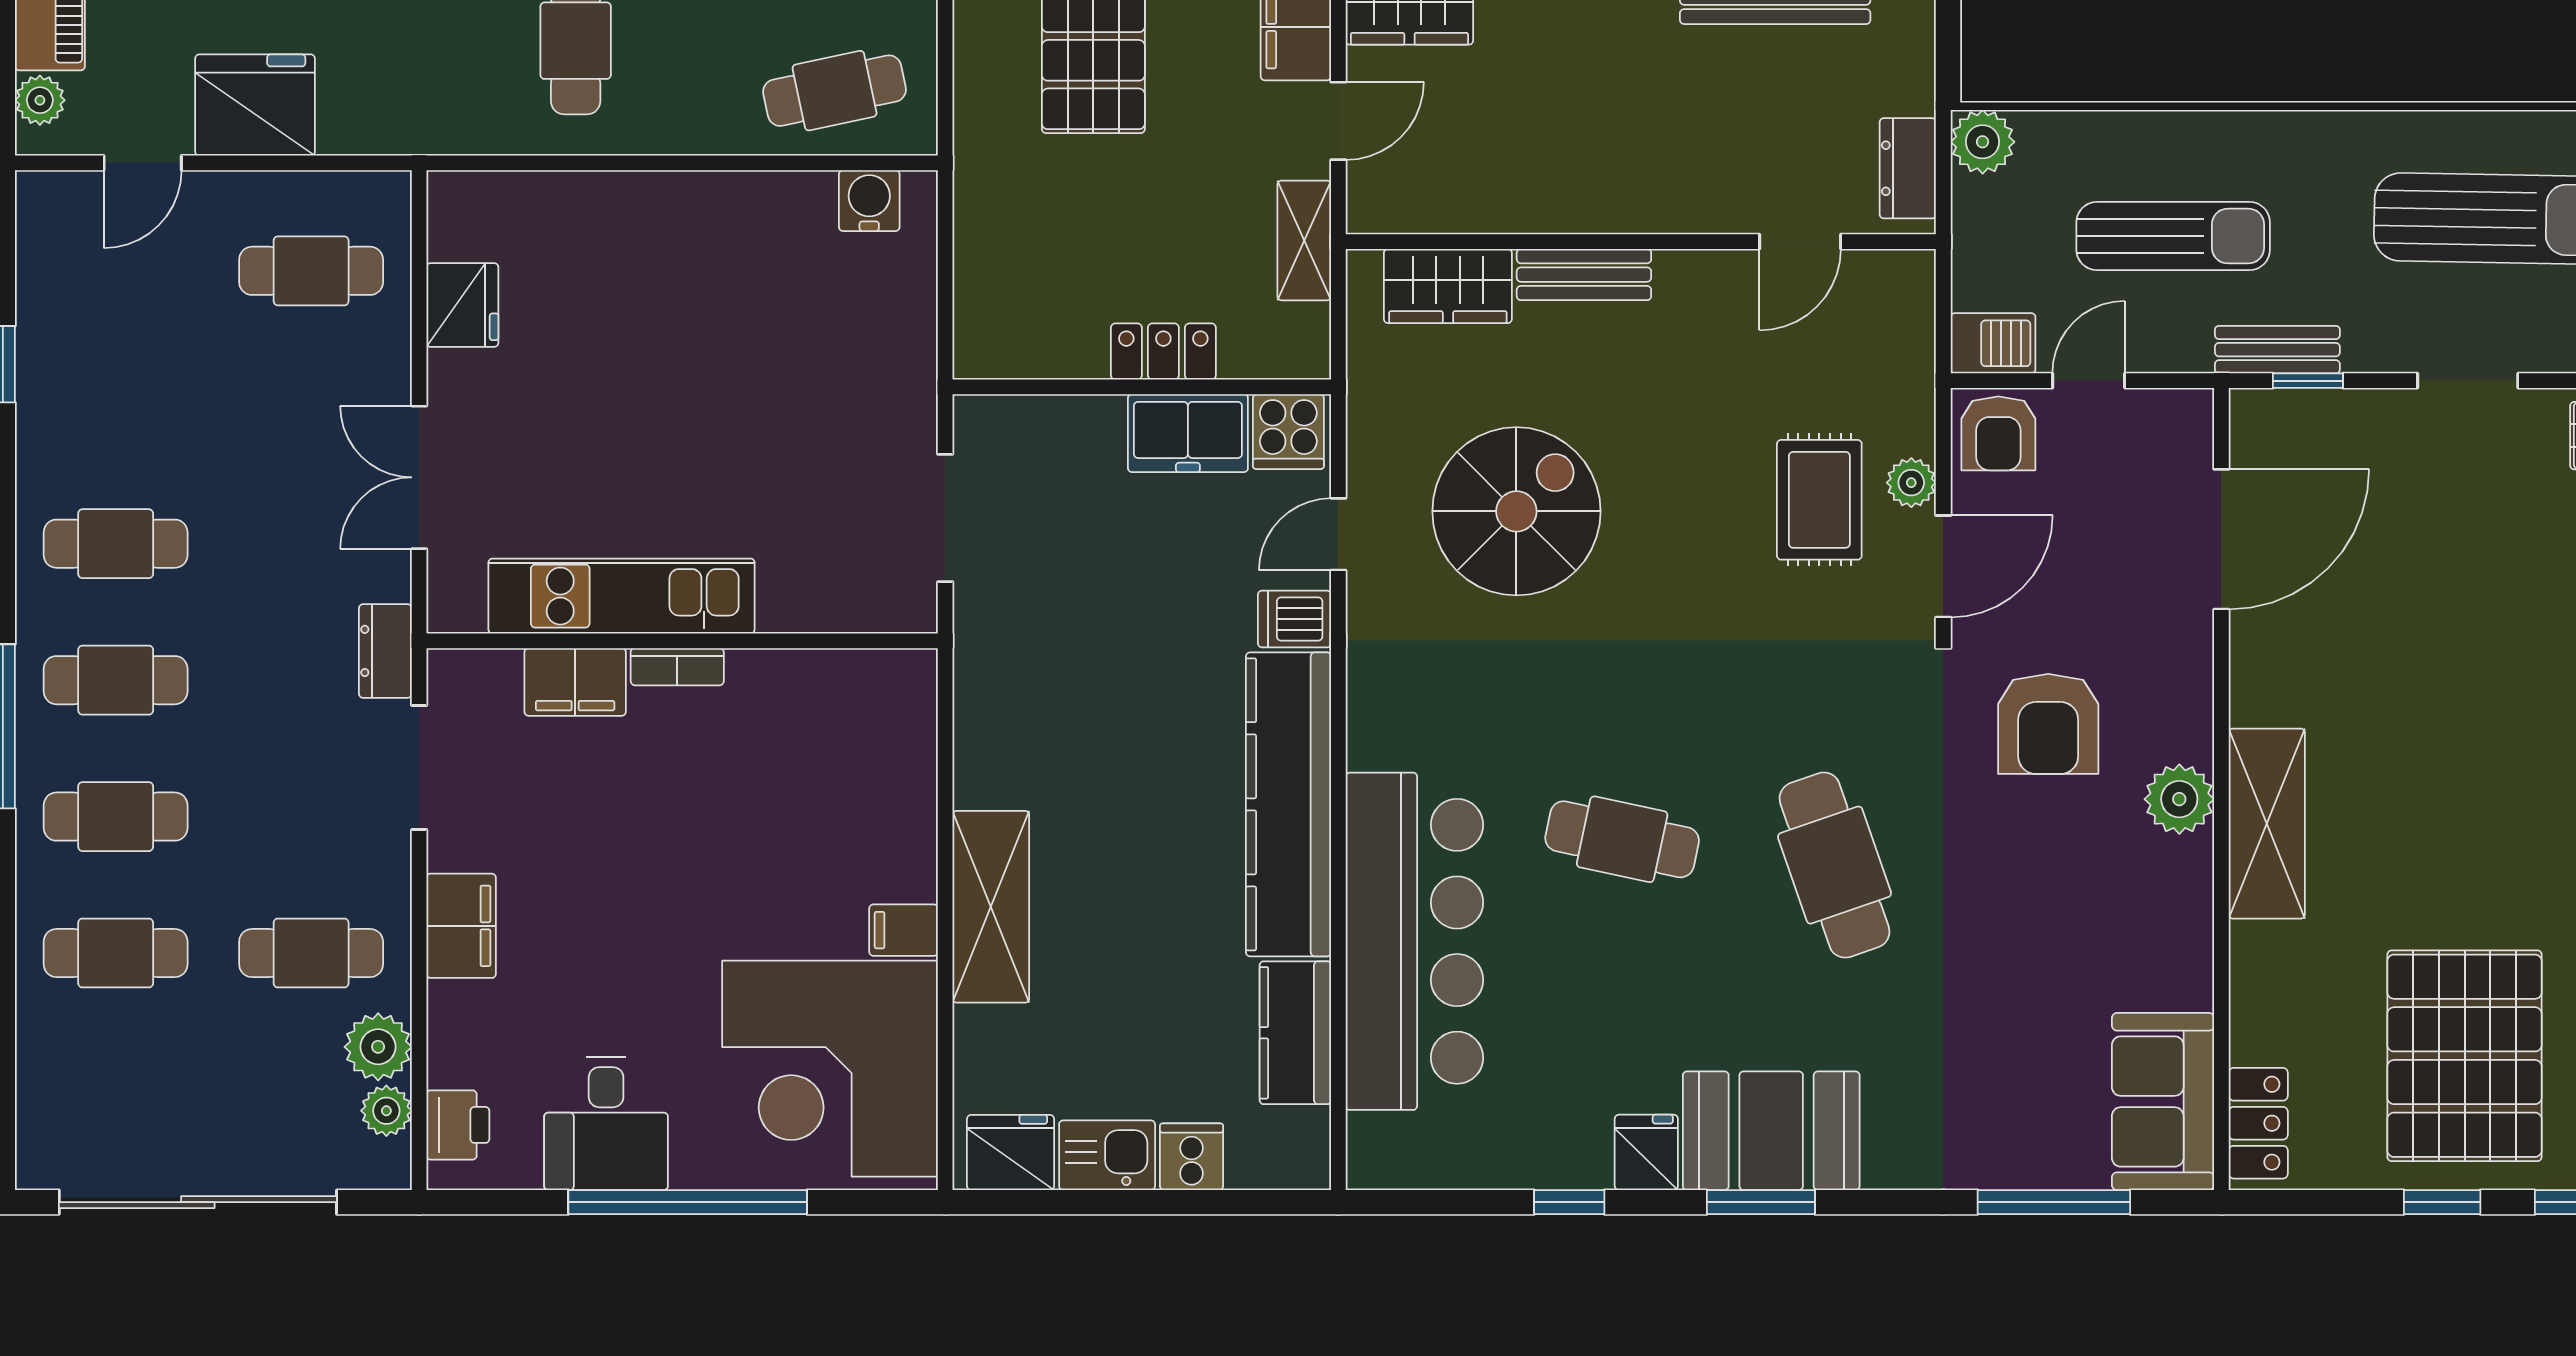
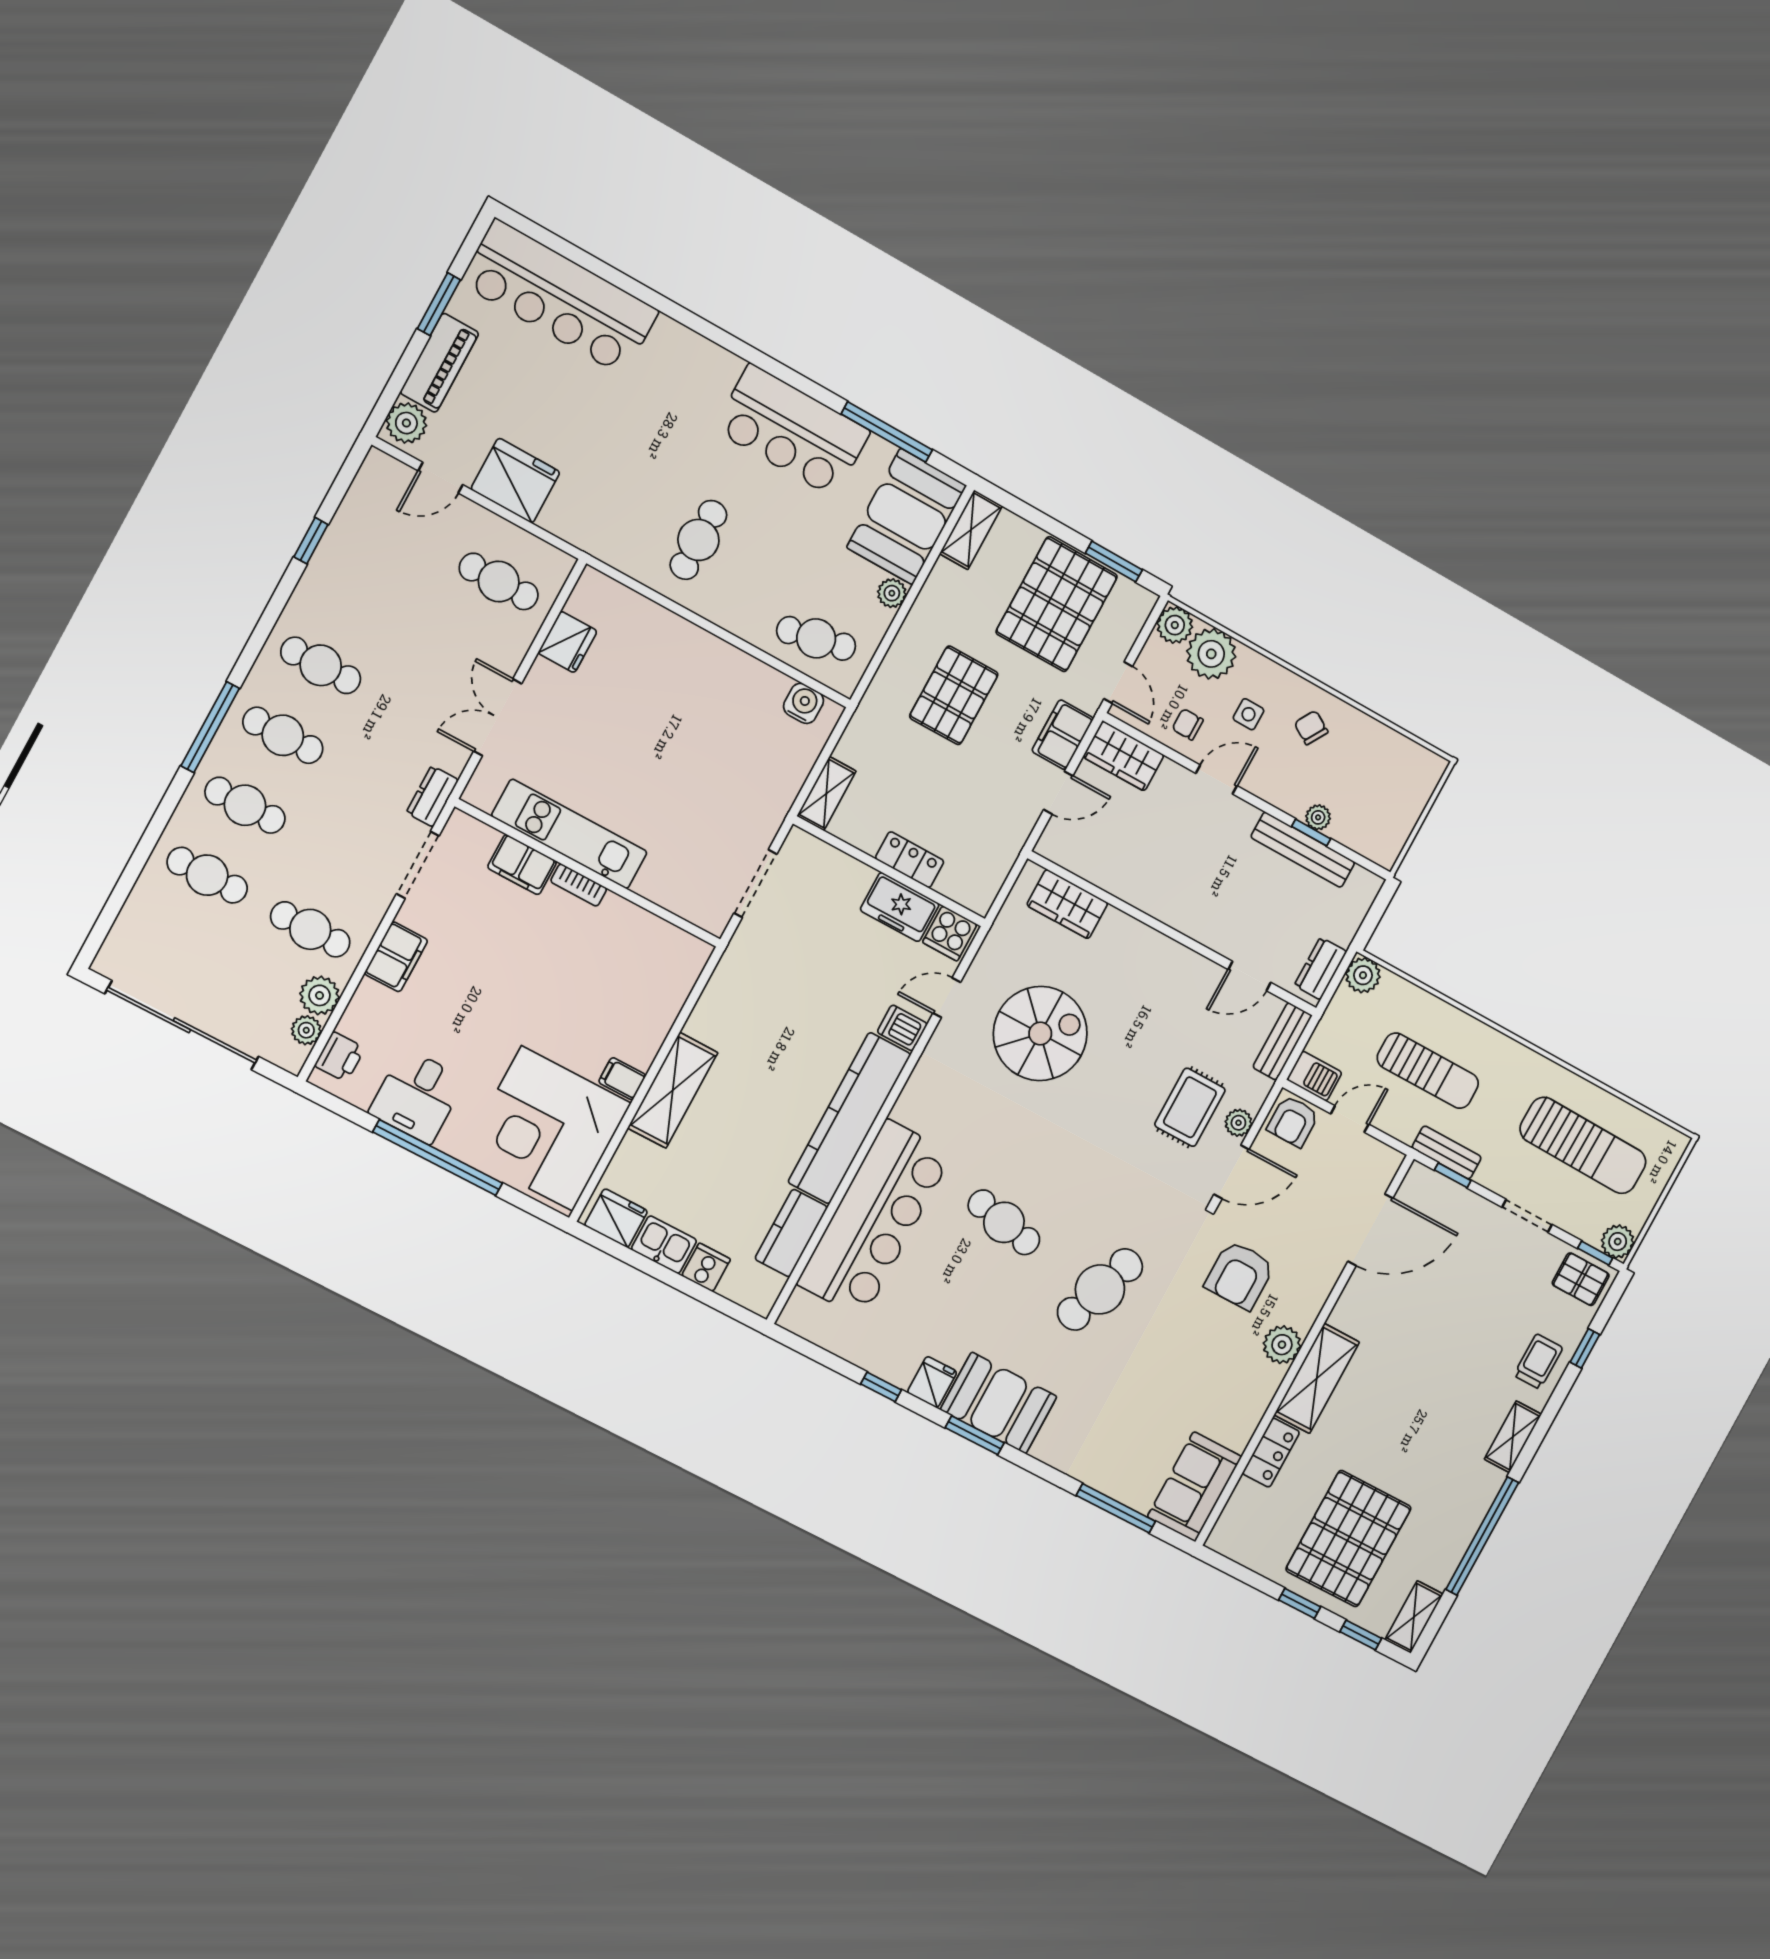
plant: (40, 100) -> (406, 423), width x1.38, depth x1.38
shelving: (1304, 240) -> (826, 794), moved
bench: (1584, 275) -> (1282, 1041), moved, turned 90
cafe table: (1834, 865) -> (1100, 1289), turned 38
locker: (2258, 1123) -> (1271, 1453), moved

